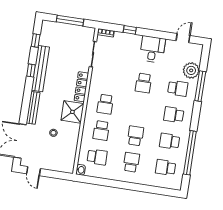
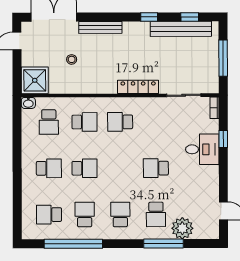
desk: (152, 49) -> (202, 149), moved
bench: (40, 69) -> (181, 29), moved
shower: (72, 112) -> (35, 80), moved
school desk: (101, 131) -> (84, 122), turned 180
school desk: (166, 168) -> (49, 215), turned -90

